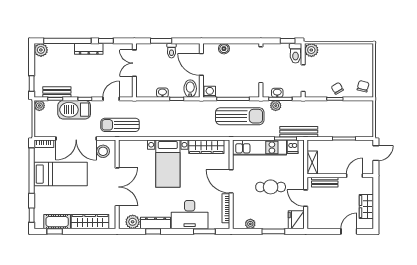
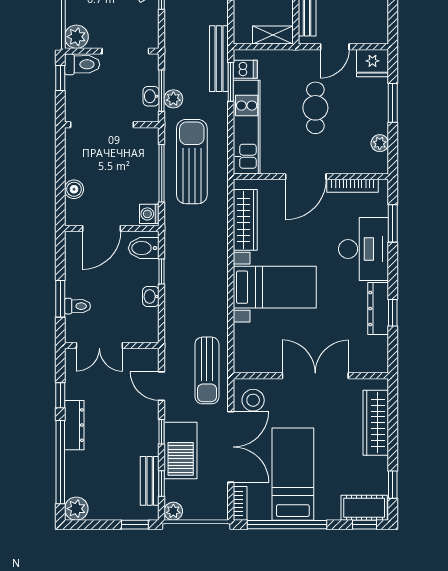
toilet: (171, 51) -> (77, 306), moved
cot: (57, 222) -> (364, 508), moved, turned 90
plant: (133, 222) -> (376, 349), removed

